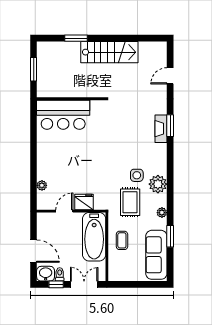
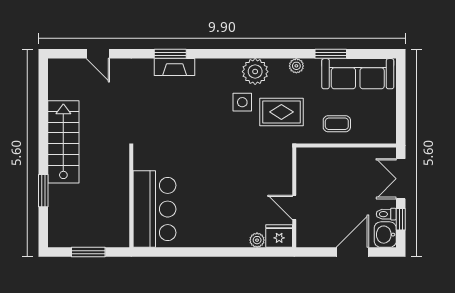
fridge: (84, 202) -> (279, 236), moved, turned 90
bathtub: (94, 237) -> (332, 164), removed

